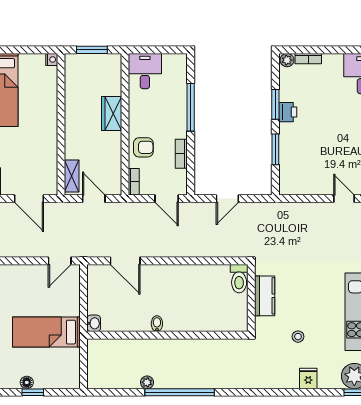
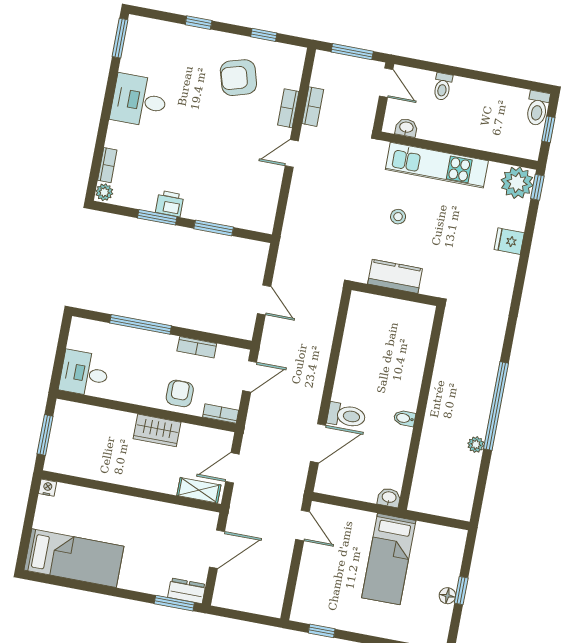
wardrobe: (112, 113) -> (157, 430), moved
toilet: (239, 279) -> (346, 415), moved
stool: (298, 337) -> (398, 217), moved

